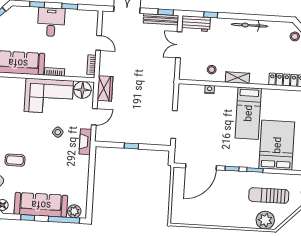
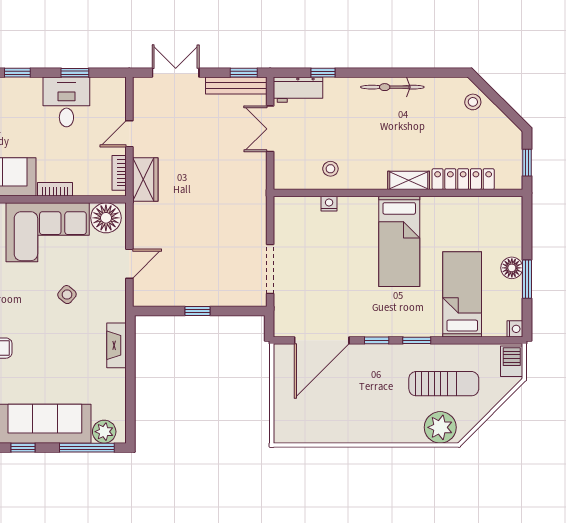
desk: (51, 22) -> (66, 102), moved
door: (99, 43) -> (129, 134), swing flipped
shelving: (237, 78) -> (409, 180), moved
wardrobe: (105, 88) -> (145, 180), moved
fireplace: (85, 142) -> (116, 345), moved
bed: (277, 145) -> (462, 294), width x0.67
sun lounger: (269, 195) -> (444, 384), turned 180

